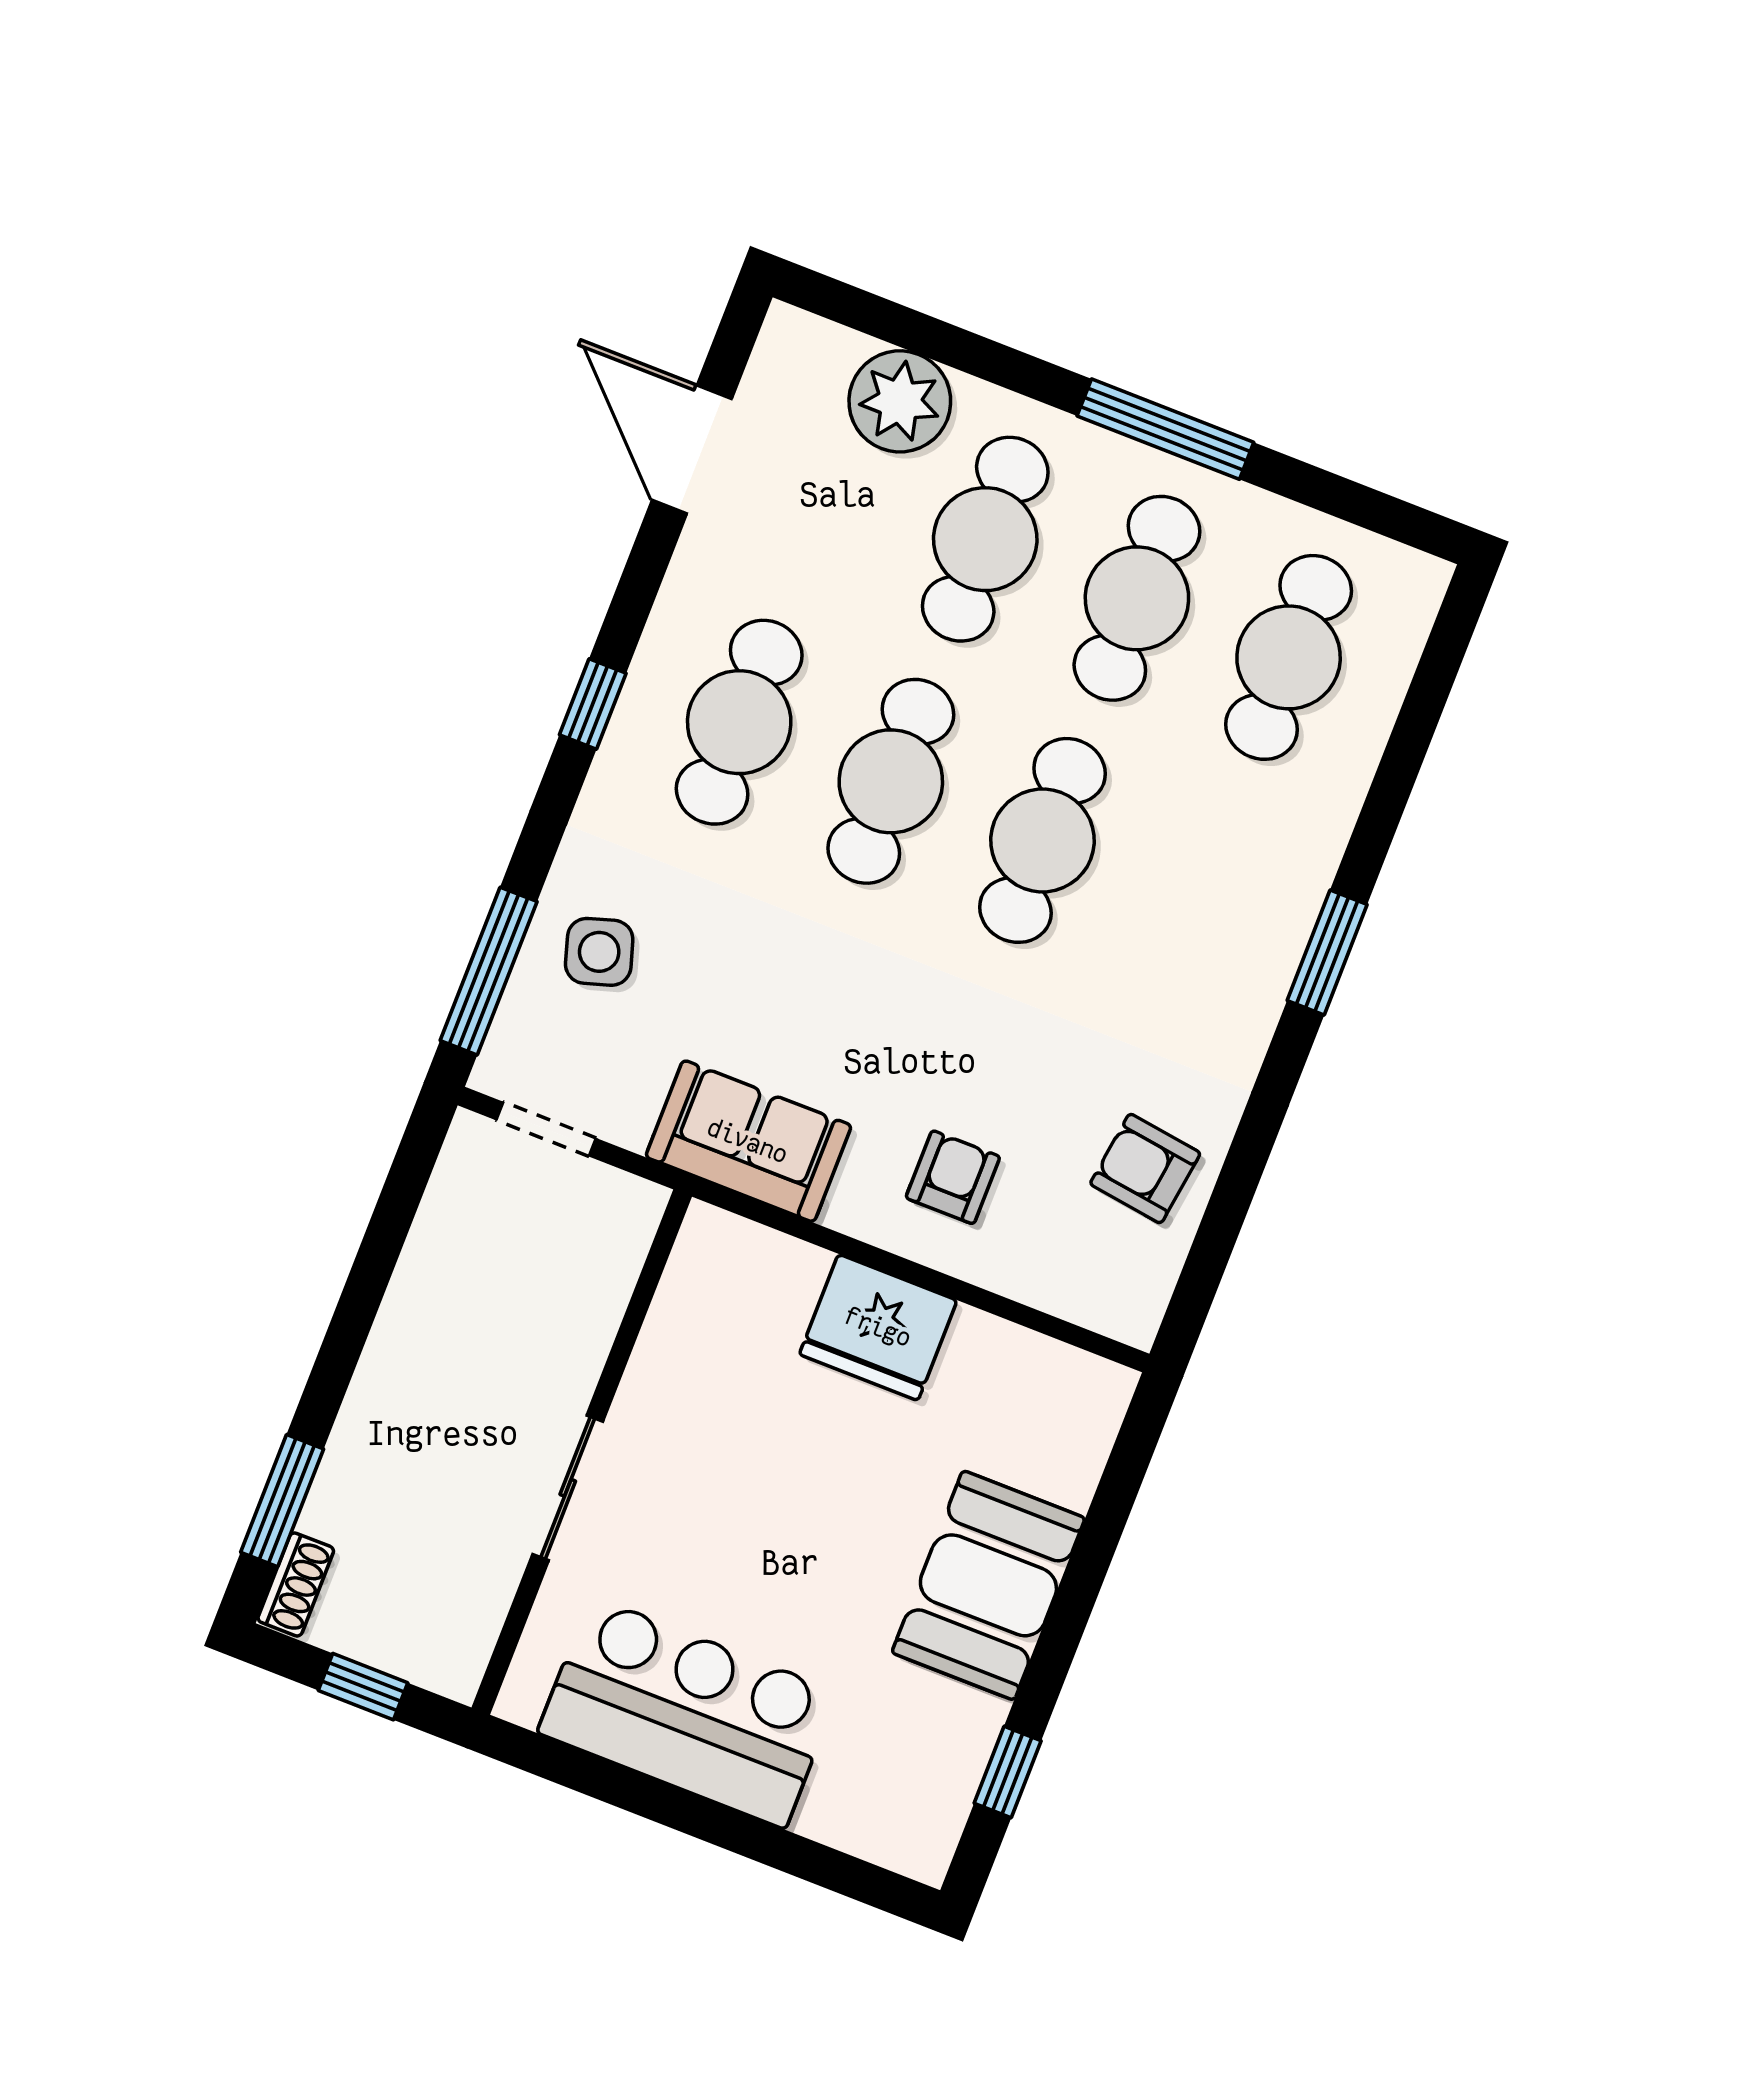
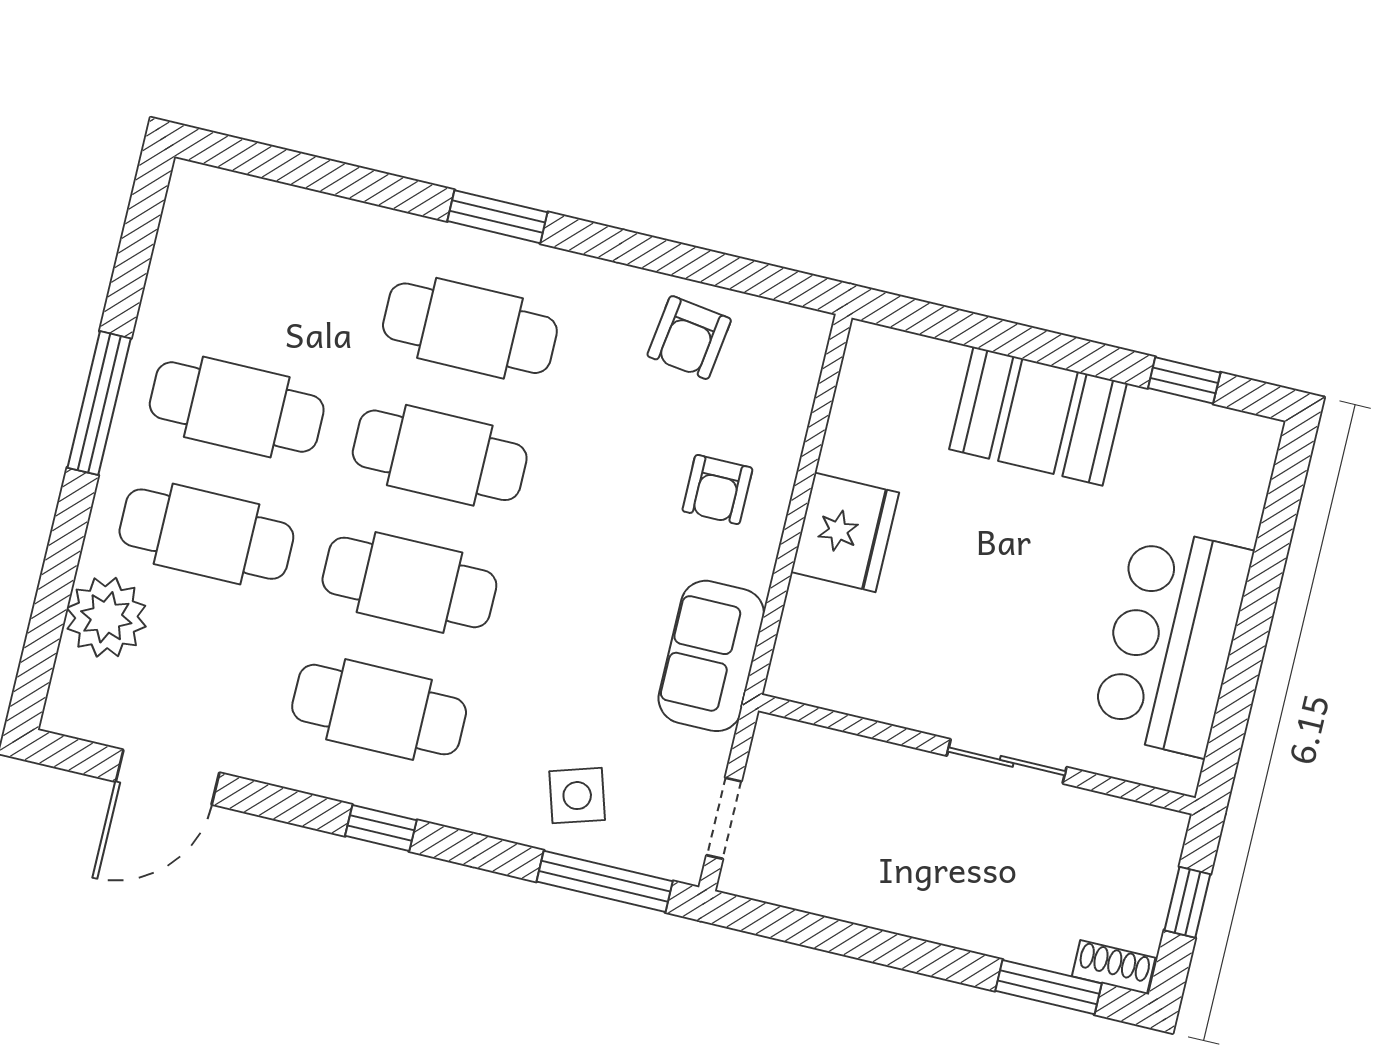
cafe table: (1289, 657) -> (470, 328), moved
armchair: (953, 1177) -> (717, 489), turned -90

